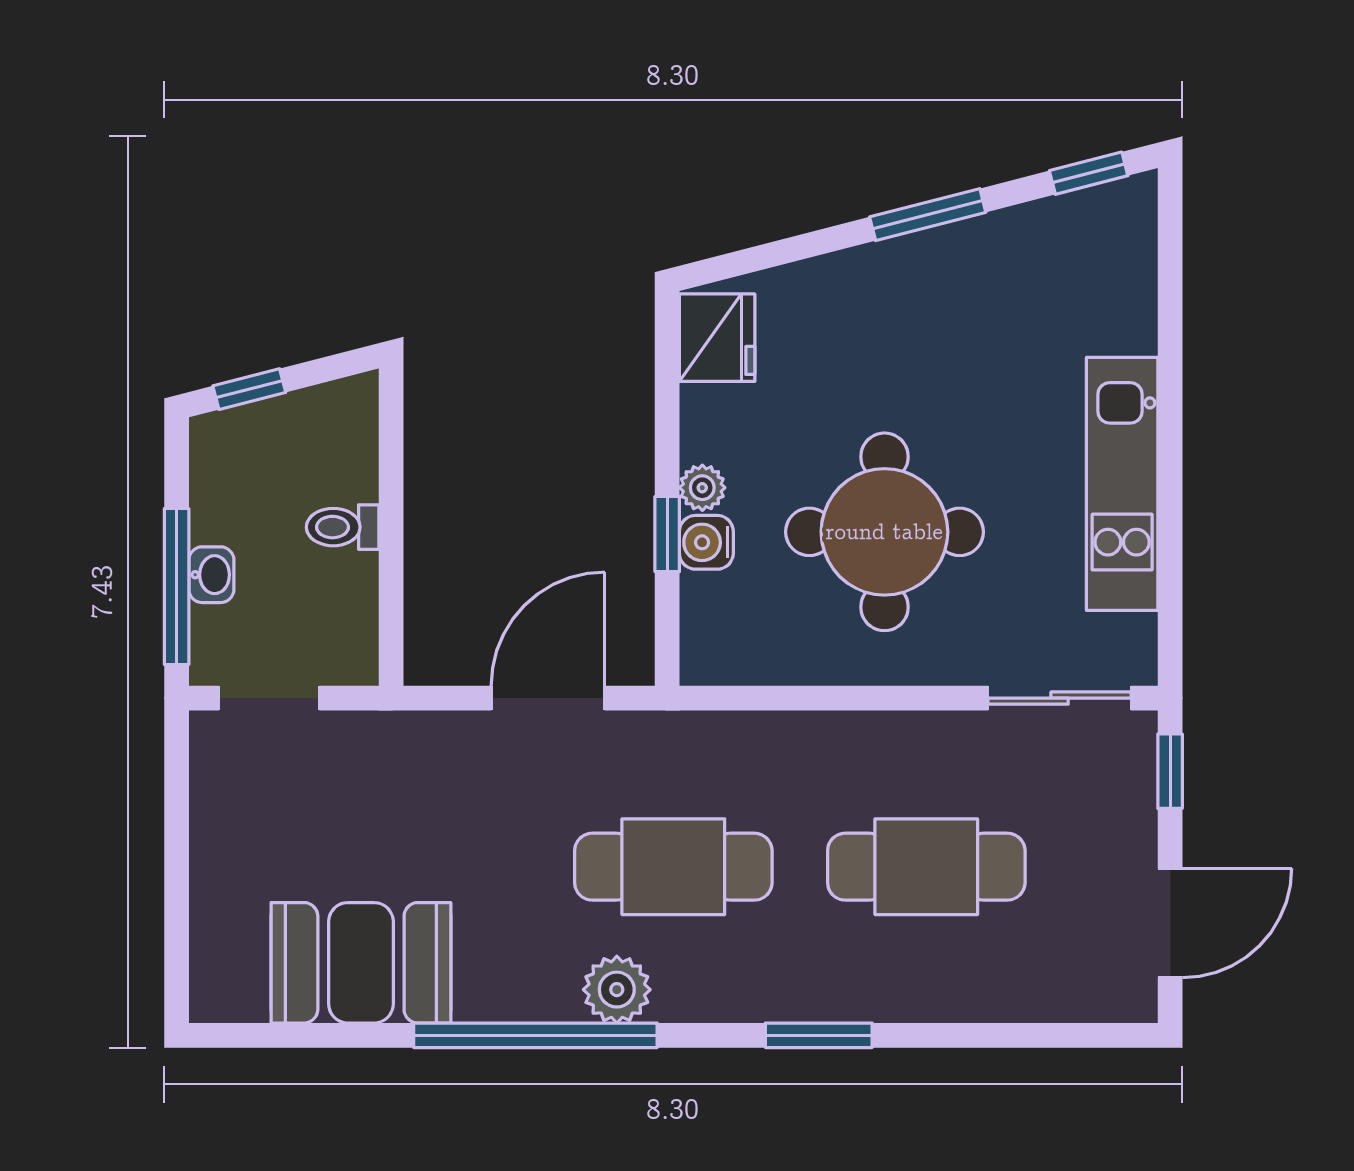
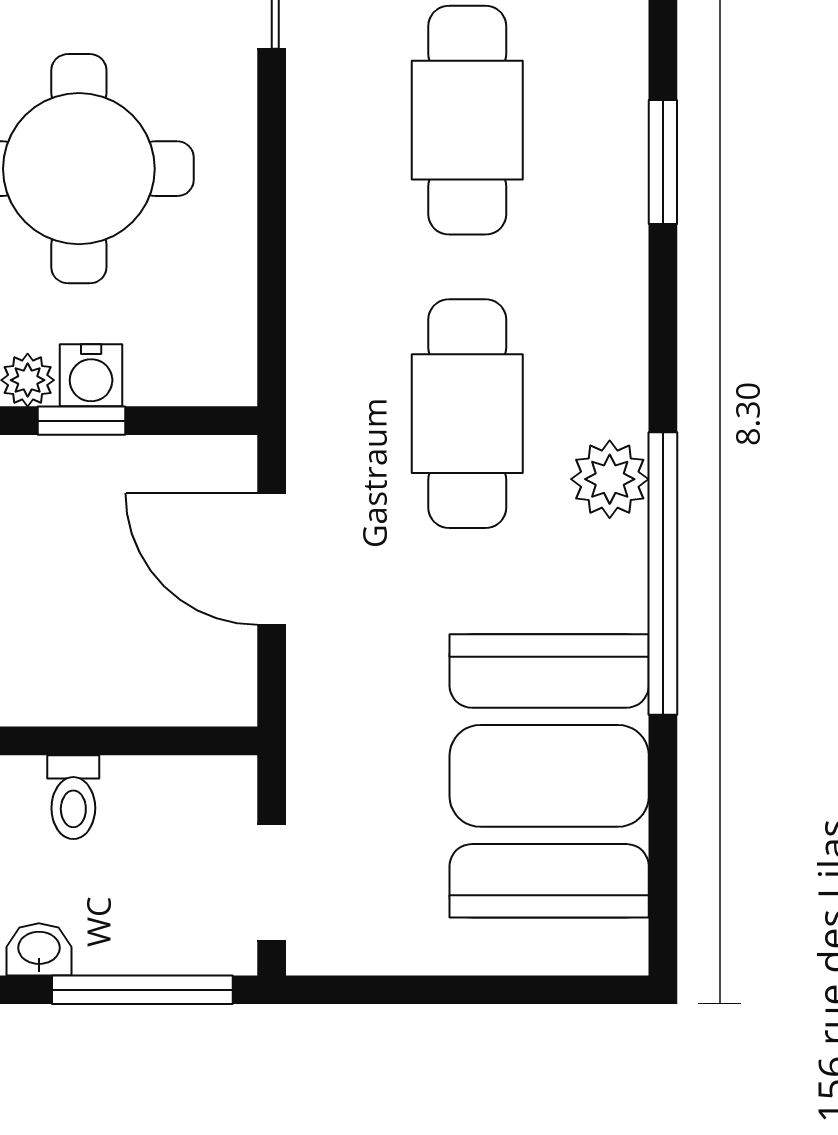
washbasin: (211, 575) -> (39, 949), moved
booth: (361, 963) -> (549, 776), width x1.36, depth x1.42
window: (819, 1035) -> (663, 162), moved

